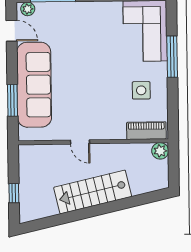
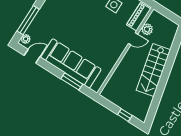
door: (80, 142) -> (133, 39), moved
plant: (160, 151) -> (147, 29), moved

